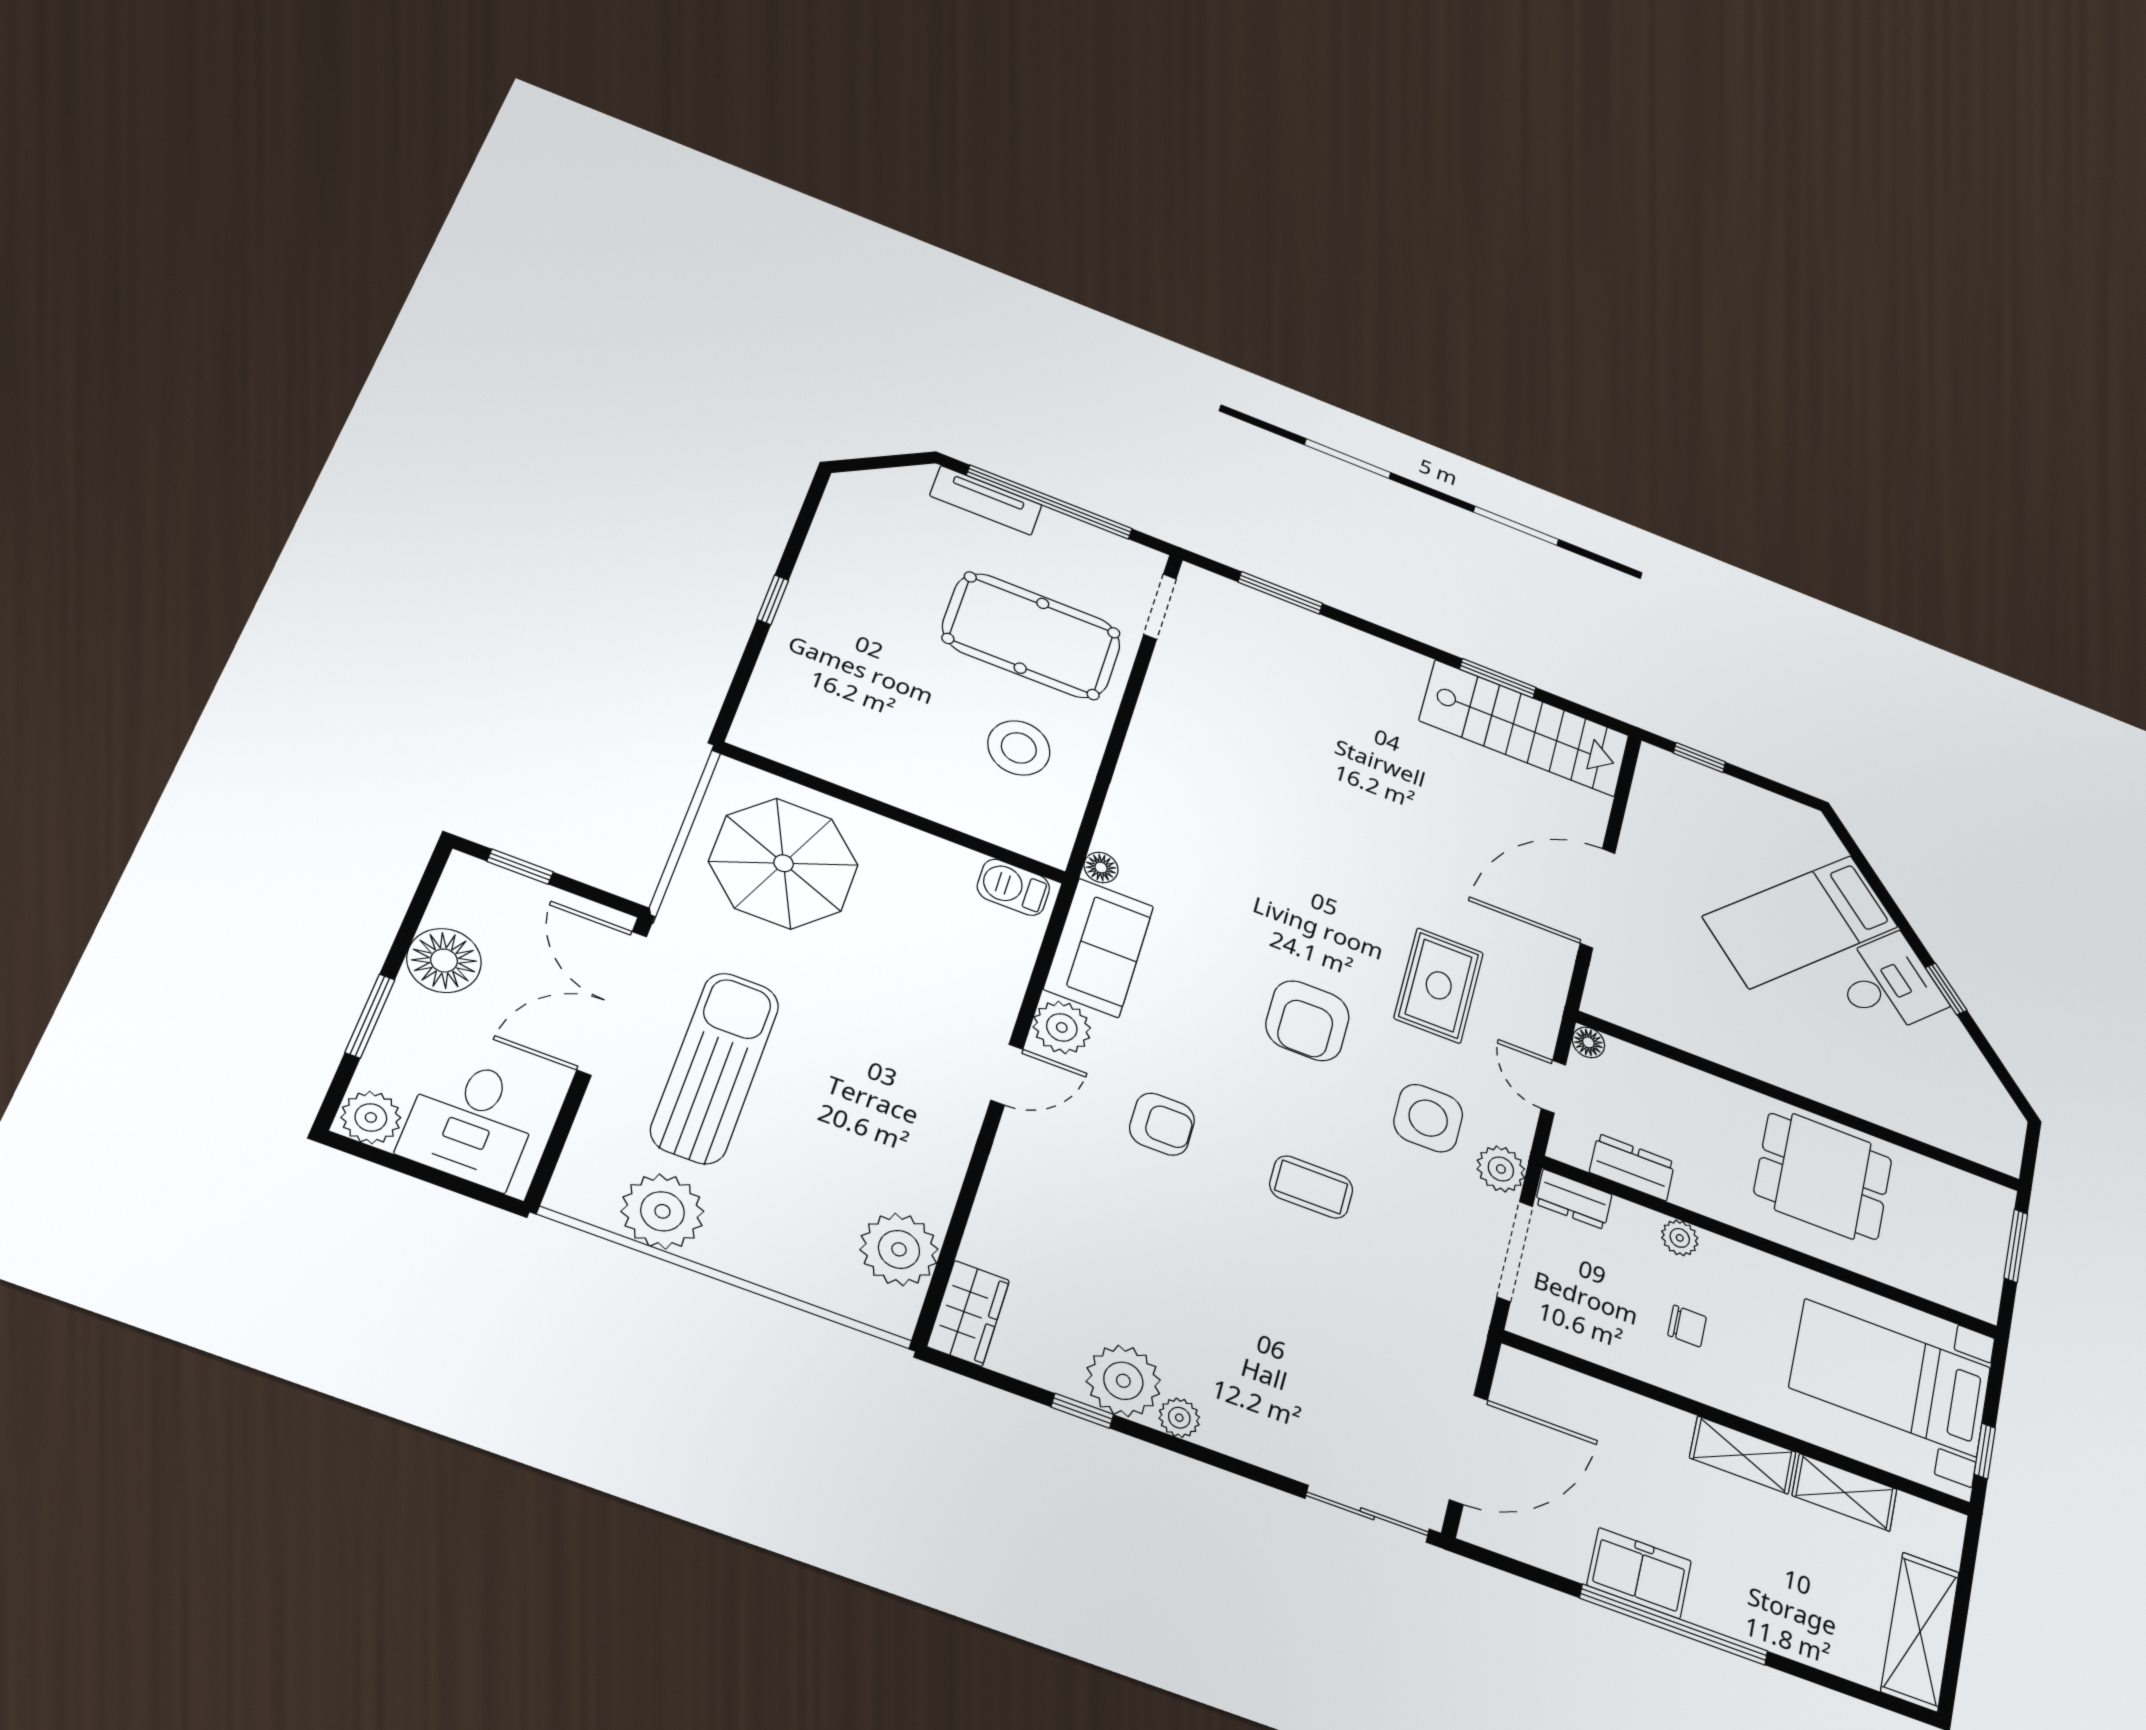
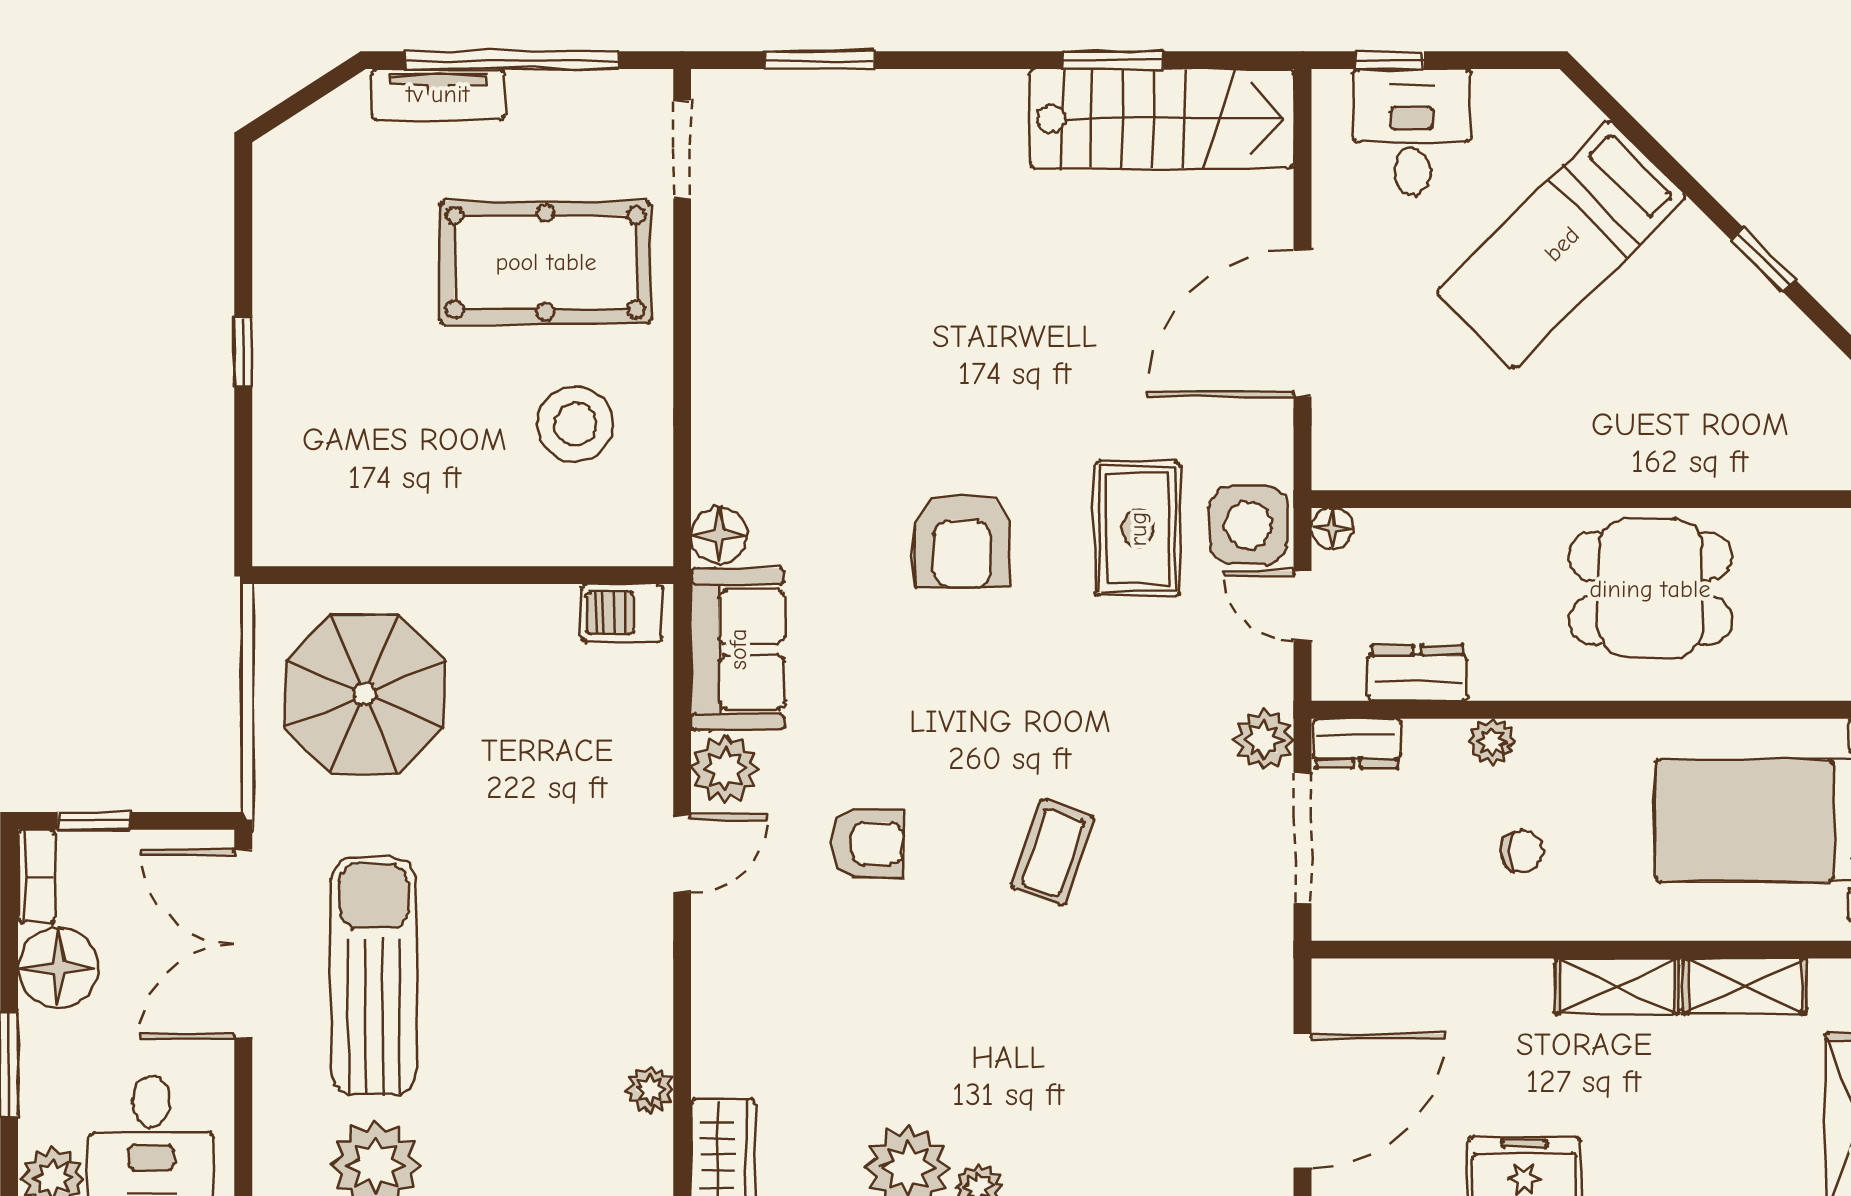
floor lamp: (1101, 868) -> (719, 535), width x1.37, depth x1.37
bookcase: (454, 888) -> (37, 876), added
desk: (1888, 984) -> (1412, 132), moved, turned -45
armchair: (1307, 1021) -> (962, 541), moved
side table: (1428, 1118) -> (1249, 525), moved
coffee table: (1311, 1187) -> (1053, 852), turned -71
plant: (899, 1249) -> (650, 1090), width x0.53, depth x0.53

